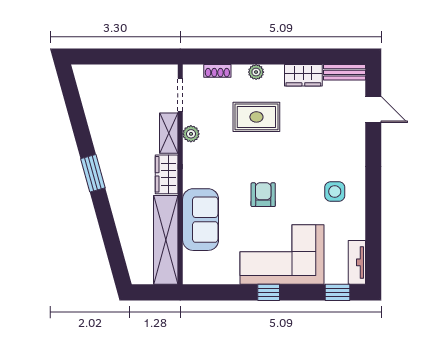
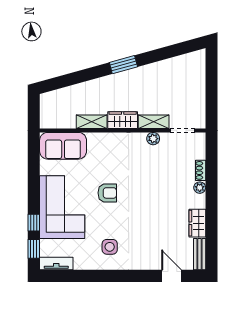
shoe rack: (217, 71) -> (201, 170), moved
door: (373, 110) -> (171, 276), swing flipped
rug: (256, 117) -> (166, 188), removed
sofa: (201, 220) -> (63, 146), moved
shelving: (166, 240) -> (92, 122), width x0.45, depth x0.75
window: (269, 292) -> (34, 223), moved

